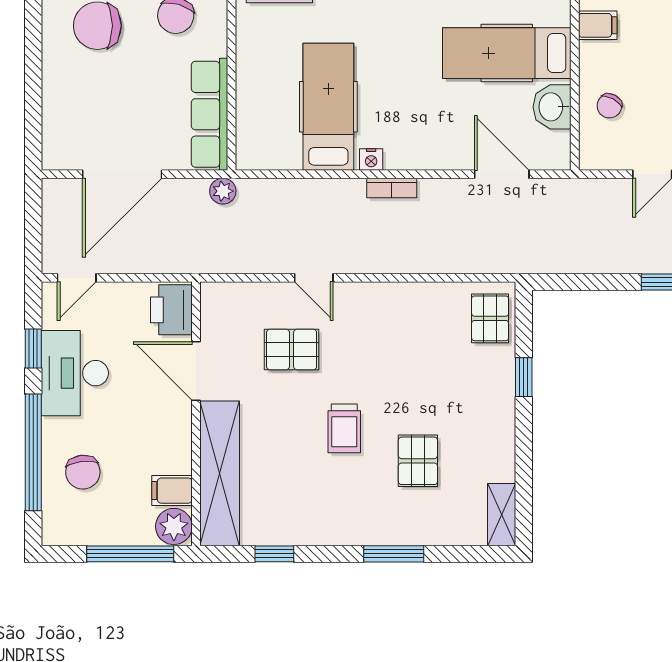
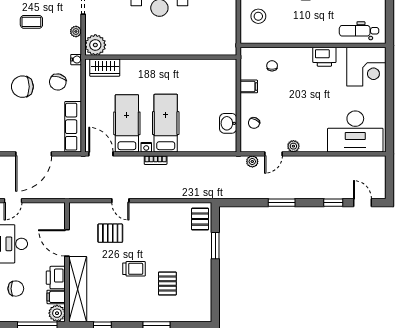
hospital bed: (507, 53) -> (166, 123), moved, turned 90
door: (502, 174) -> (101, 154), moved
plant: (223, 191) -> (252, 161), moved
printer: (171, 310) -> (56, 278), moved
window: (524, 377) -> (215, 246), width x1.50
trolley: (344, 428) -> (134, 269), turned -90
chair: (83, 472) -> (16, 289), turned -83
shelving: (502, 515) -> (205, 308), removed

